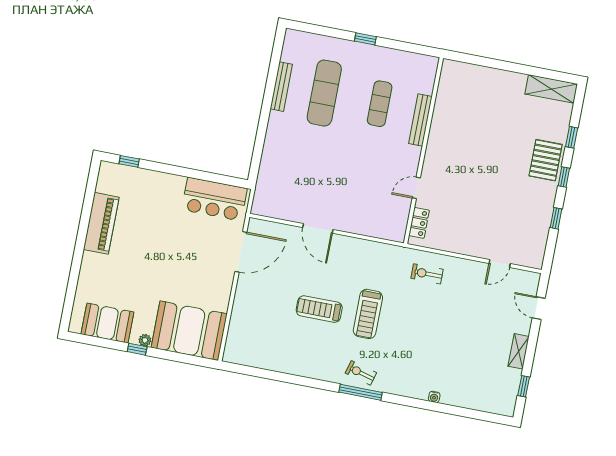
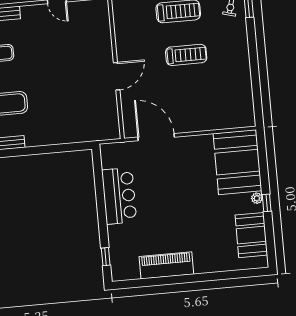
bar counter: (214, 199) -> (119, 196), moved
treadmill: (319, 309) -> (186, 55), turned -90

